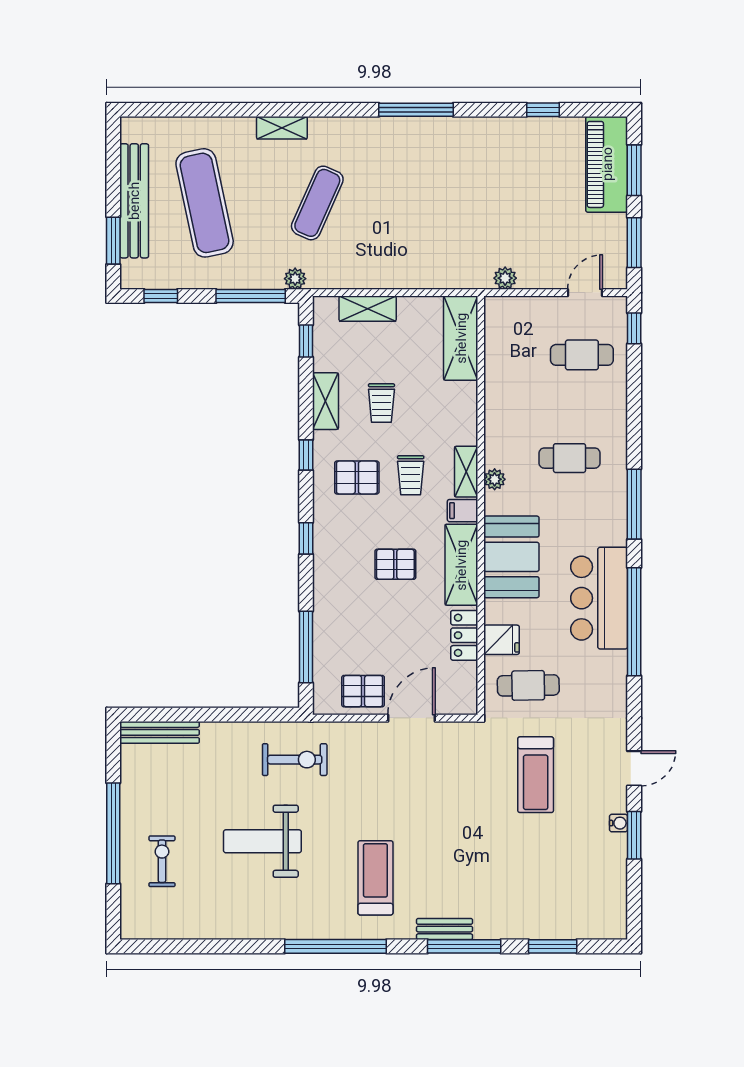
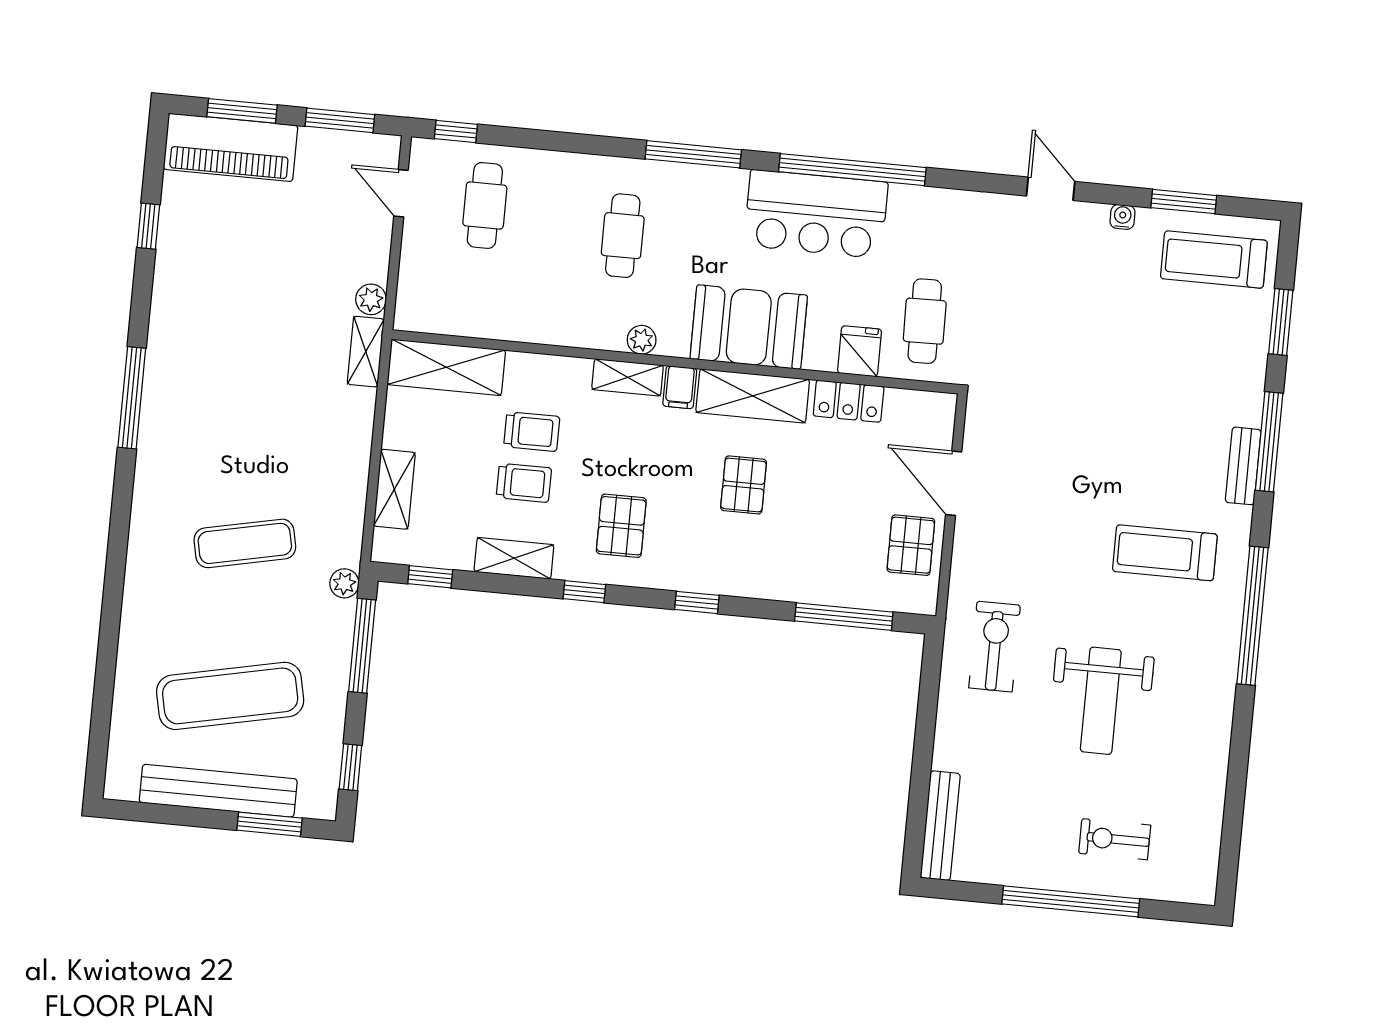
shelving: (282, 128) -> (366, 352), moved
exercise mat: (317, 203) -> (245, 543), turned -36
trolley: (411, 475) -> (532, 432), moved
treadmill: (536, 775) -> (1214, 259), moved, turned 180
window: (634, 835) -> (1184, 202), moved

